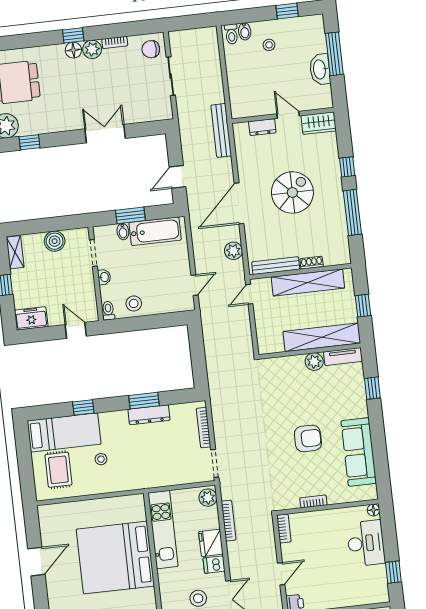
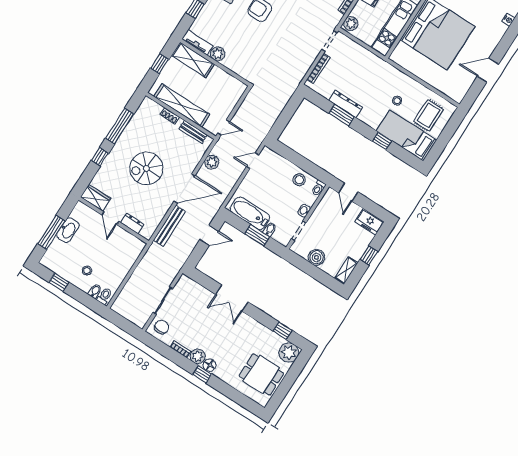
chair: (151, 49) -> (162, 327), turned -91
bench: (221, 130) -> (169, 226), moved
bench: (276, 266) -> (193, 132), width x0.73
shelving: (322, 337) -> (193, 60), width x0.68

